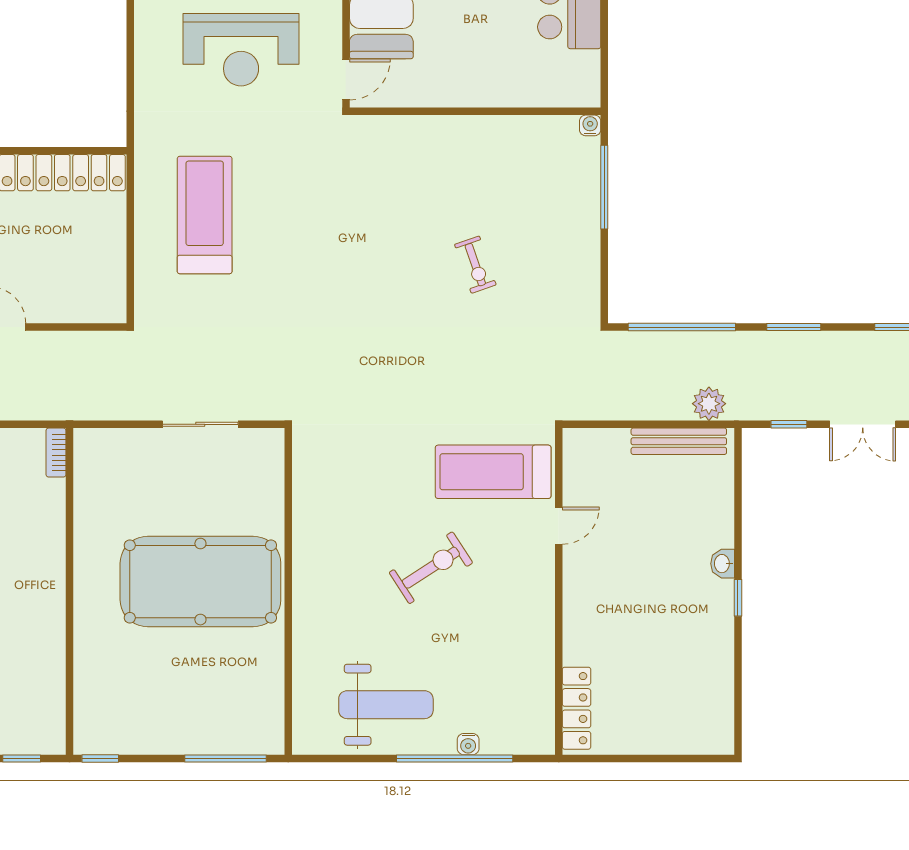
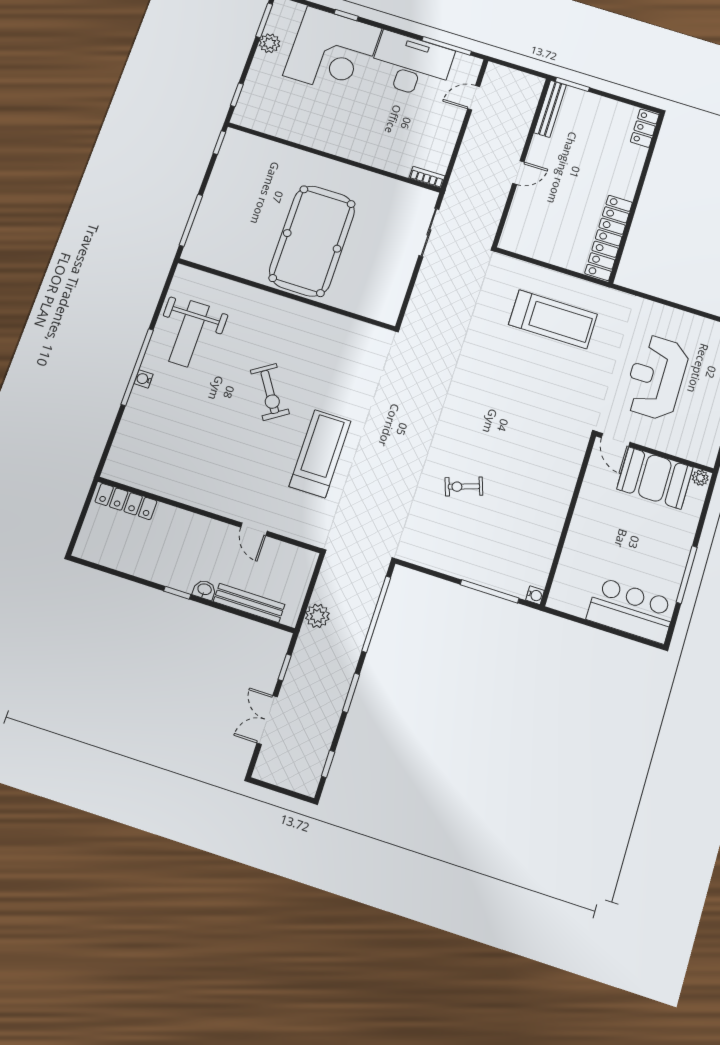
sliding door: (200, 424) -> (429, 232), moved
bench: (679, 441) -> (249, 603), moved, turned 90
door: (559, 526) -> (254, 529), moved
wall: (559, 591) -> (209, 515), moved
locker: (576, 708) -> (126, 501), moved

